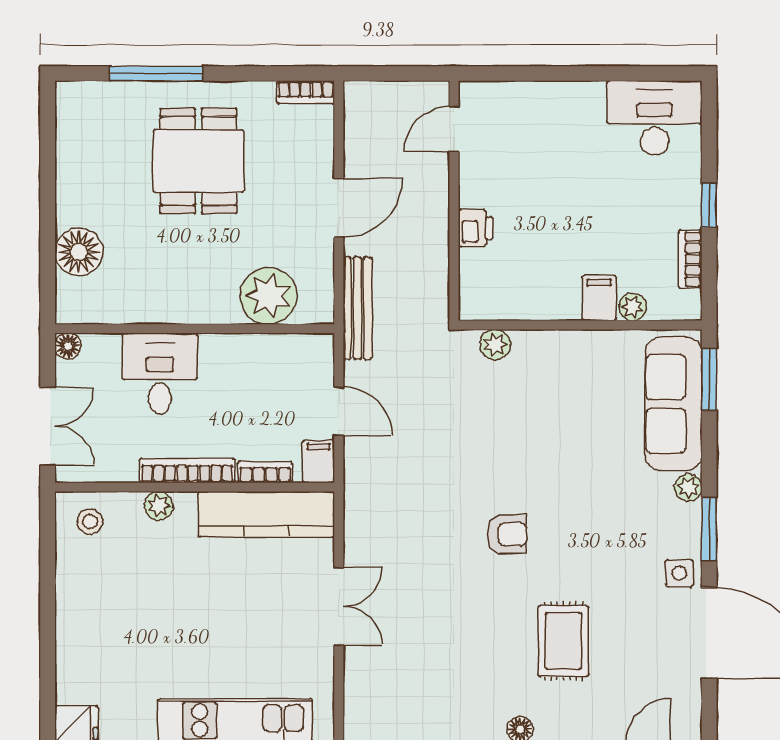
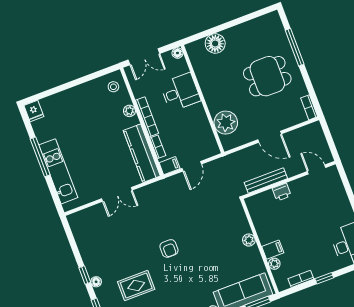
bench: (357, 308) -> (266, 180), moved
plant: (495, 344) -> (249, 240), moved

